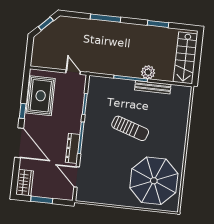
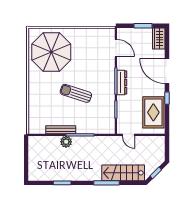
stairs: (186, 58) -> (123, 173), moved, turned -90
dresser: (73, 148) -> (122, 83), moved

